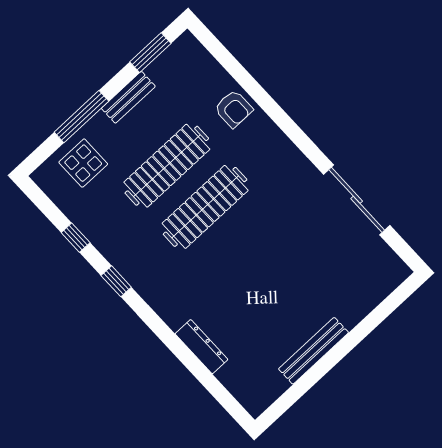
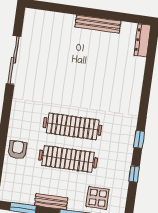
dresser: (201, 347) -> (142, 40), moved

